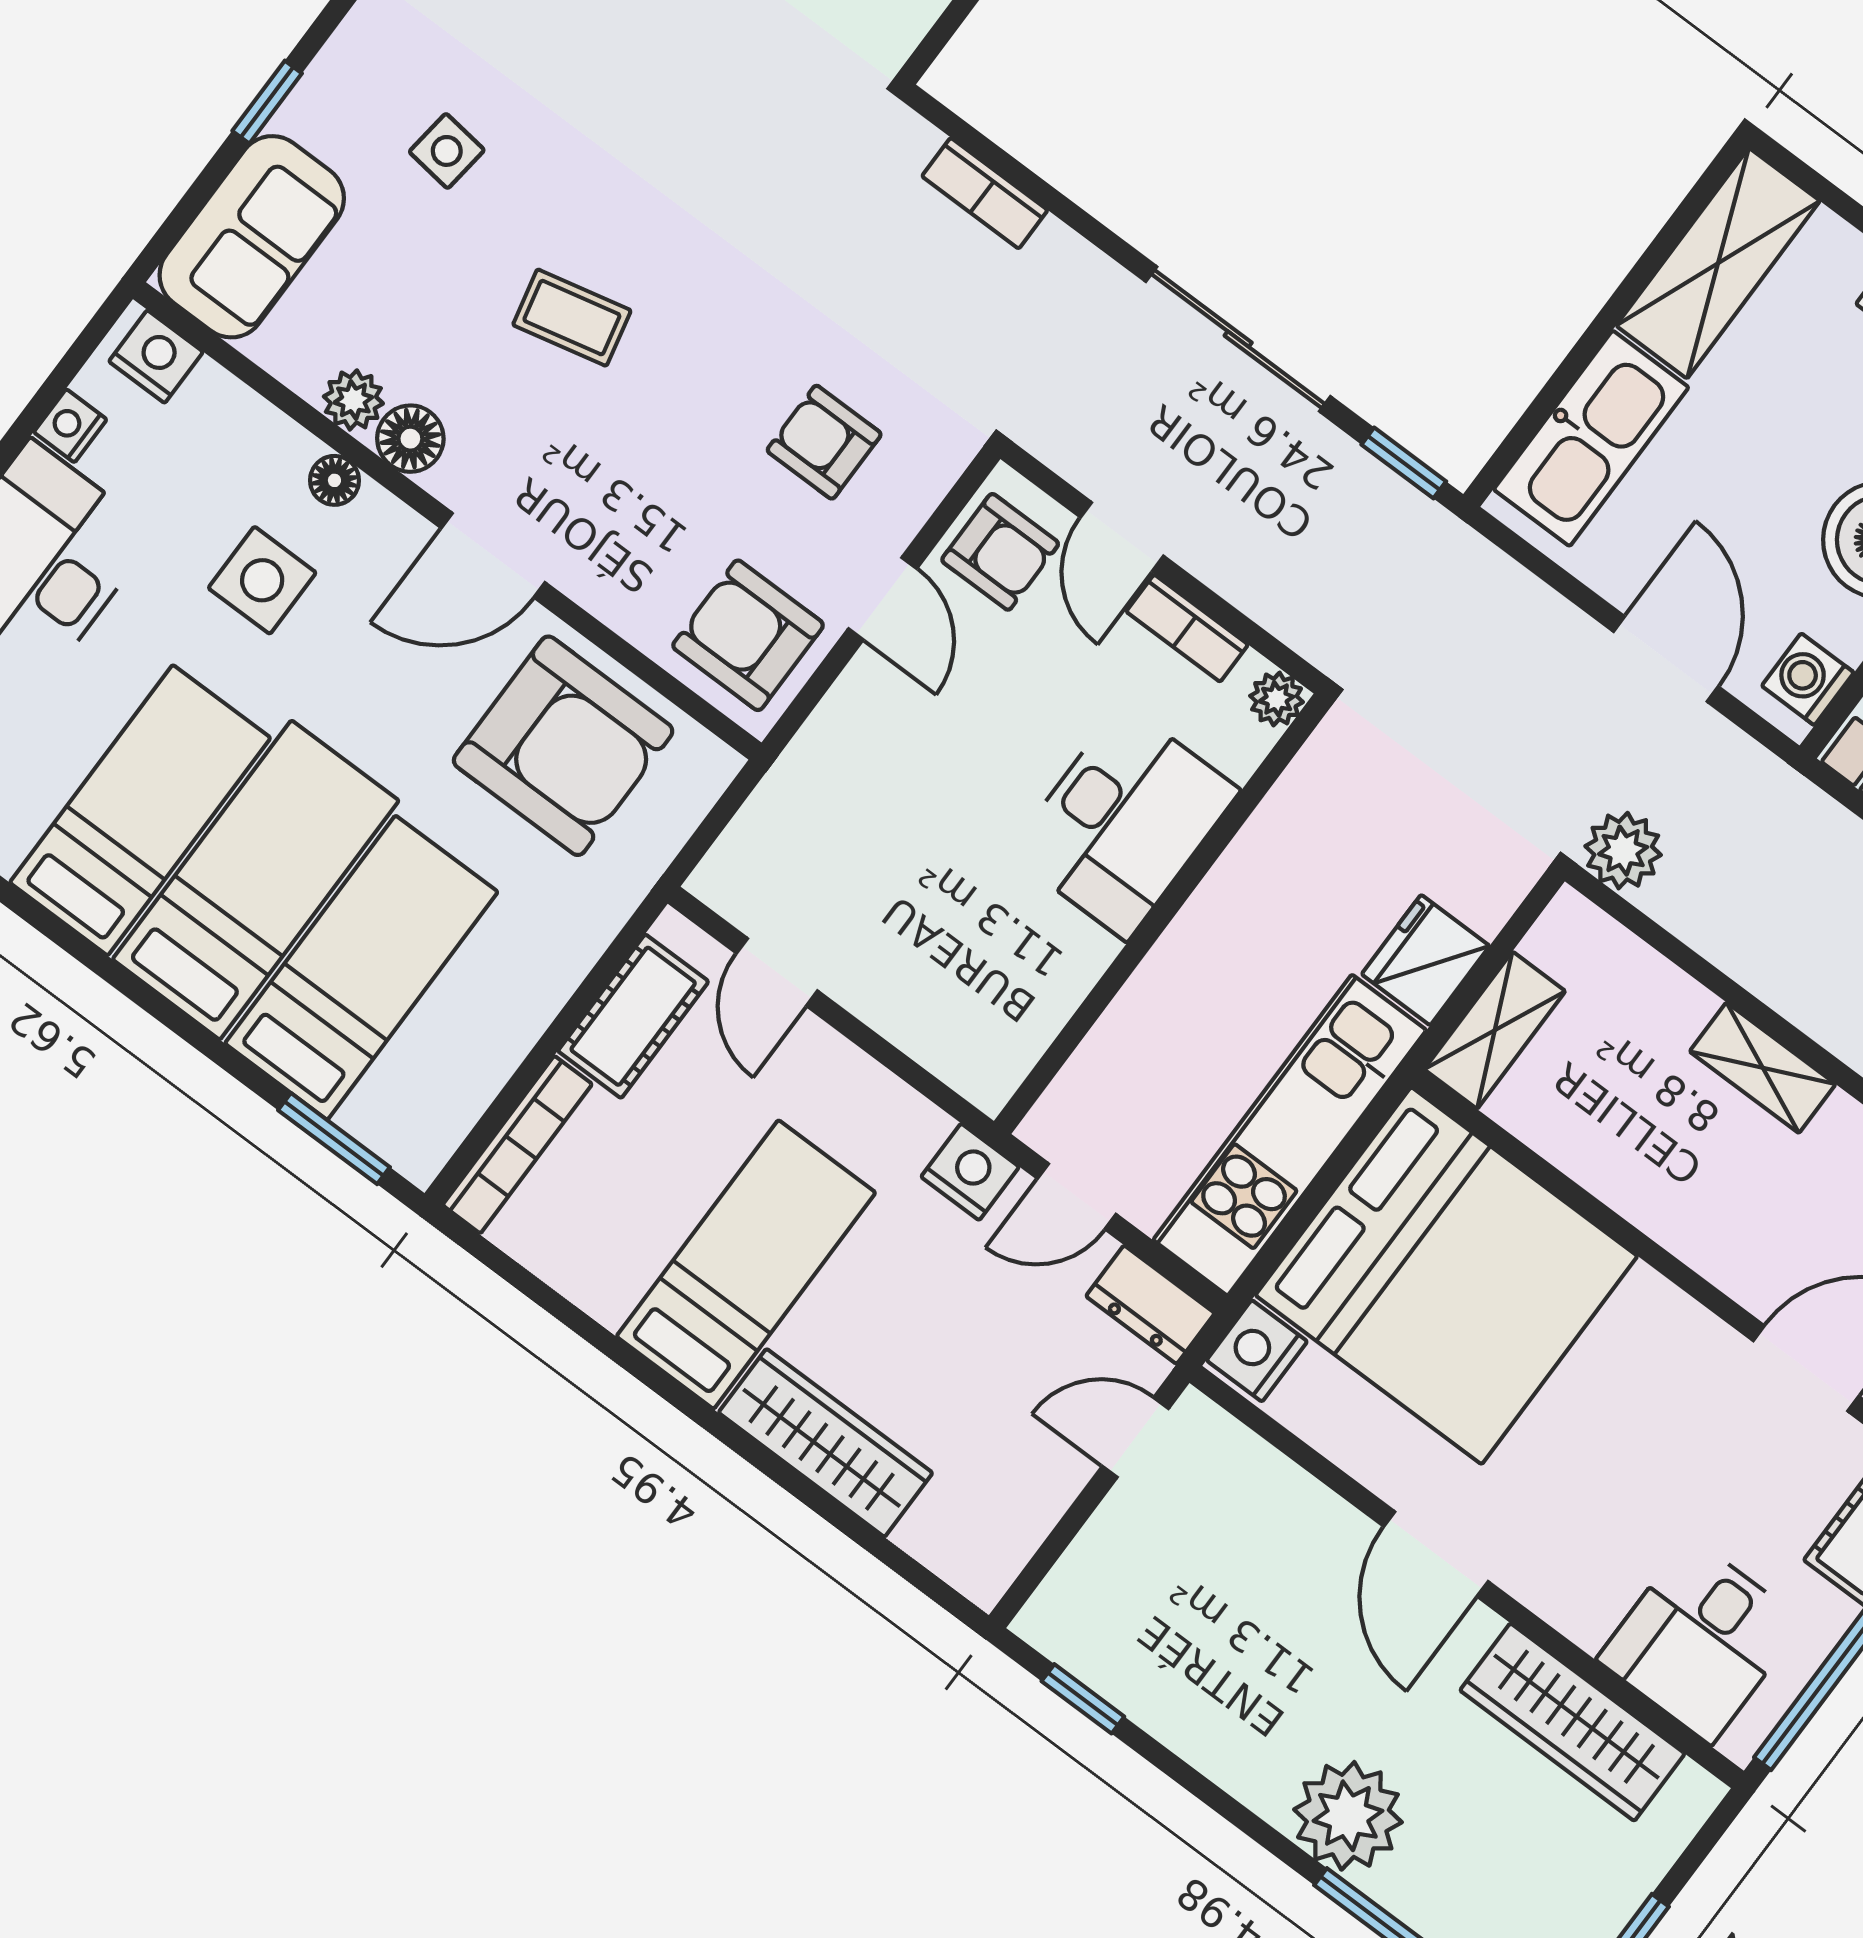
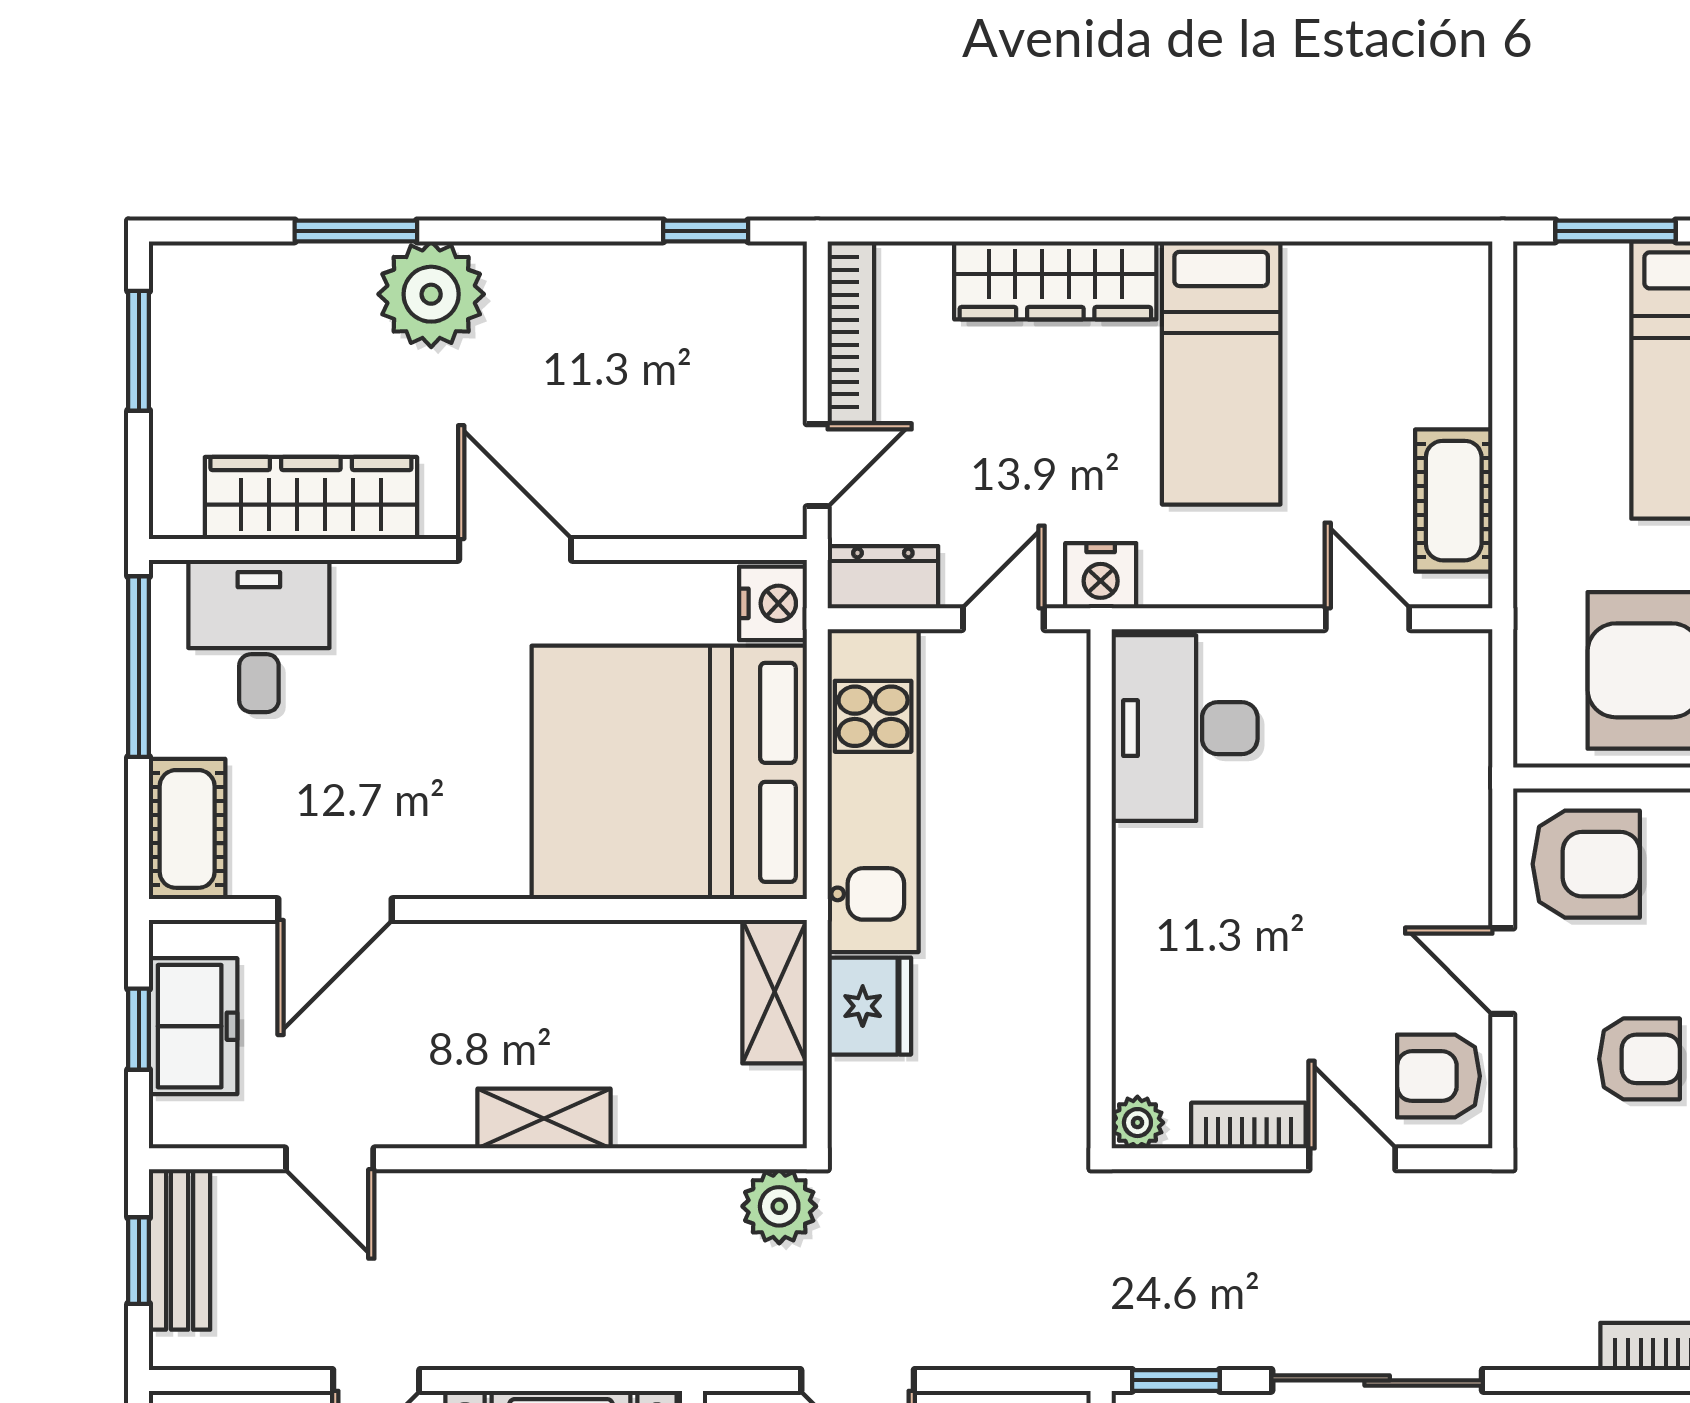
desk: (1124, 822) -> (1185, 728), moved
bookcase: (517, 1145) -> (851, 332), moved, turned 180

